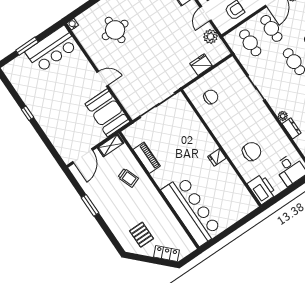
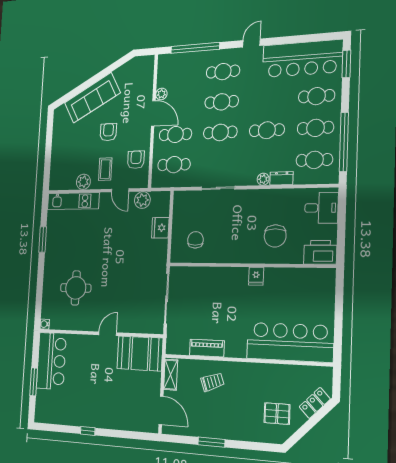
chair: (252, 151) -> (275, 236), turned 180

